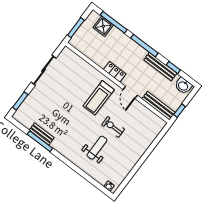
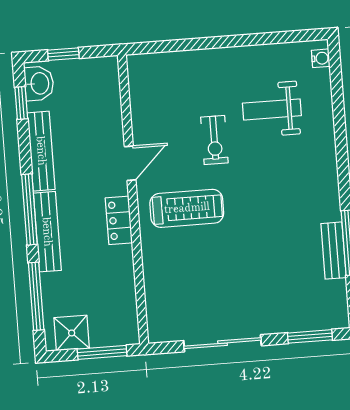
shower: (103, 26) -> (72, 333), moved
window: (173, 67) -> (21, 103), moved
bench: (159, 106) -> (47, 232), moved
window: (179, 111) -> (63, 54), moved
weight bench: (97, 148) -> (272, 109), moved

